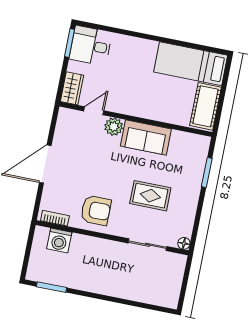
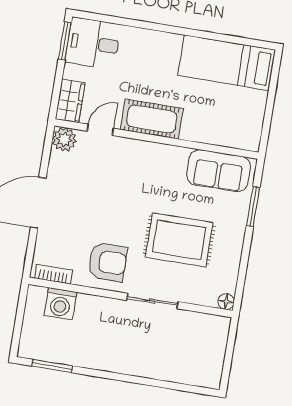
cot: (205, 106) -> (152, 119), moved, turned 90
plant: (114, 127) -> (64, 139), moved
sofa: (146, 137) -> (219, 171), moved
rug: (150, 196) -> (179, 240), width x1.36, depth x1.43
sliding door: (147, 245) -> (152, 301), moved

